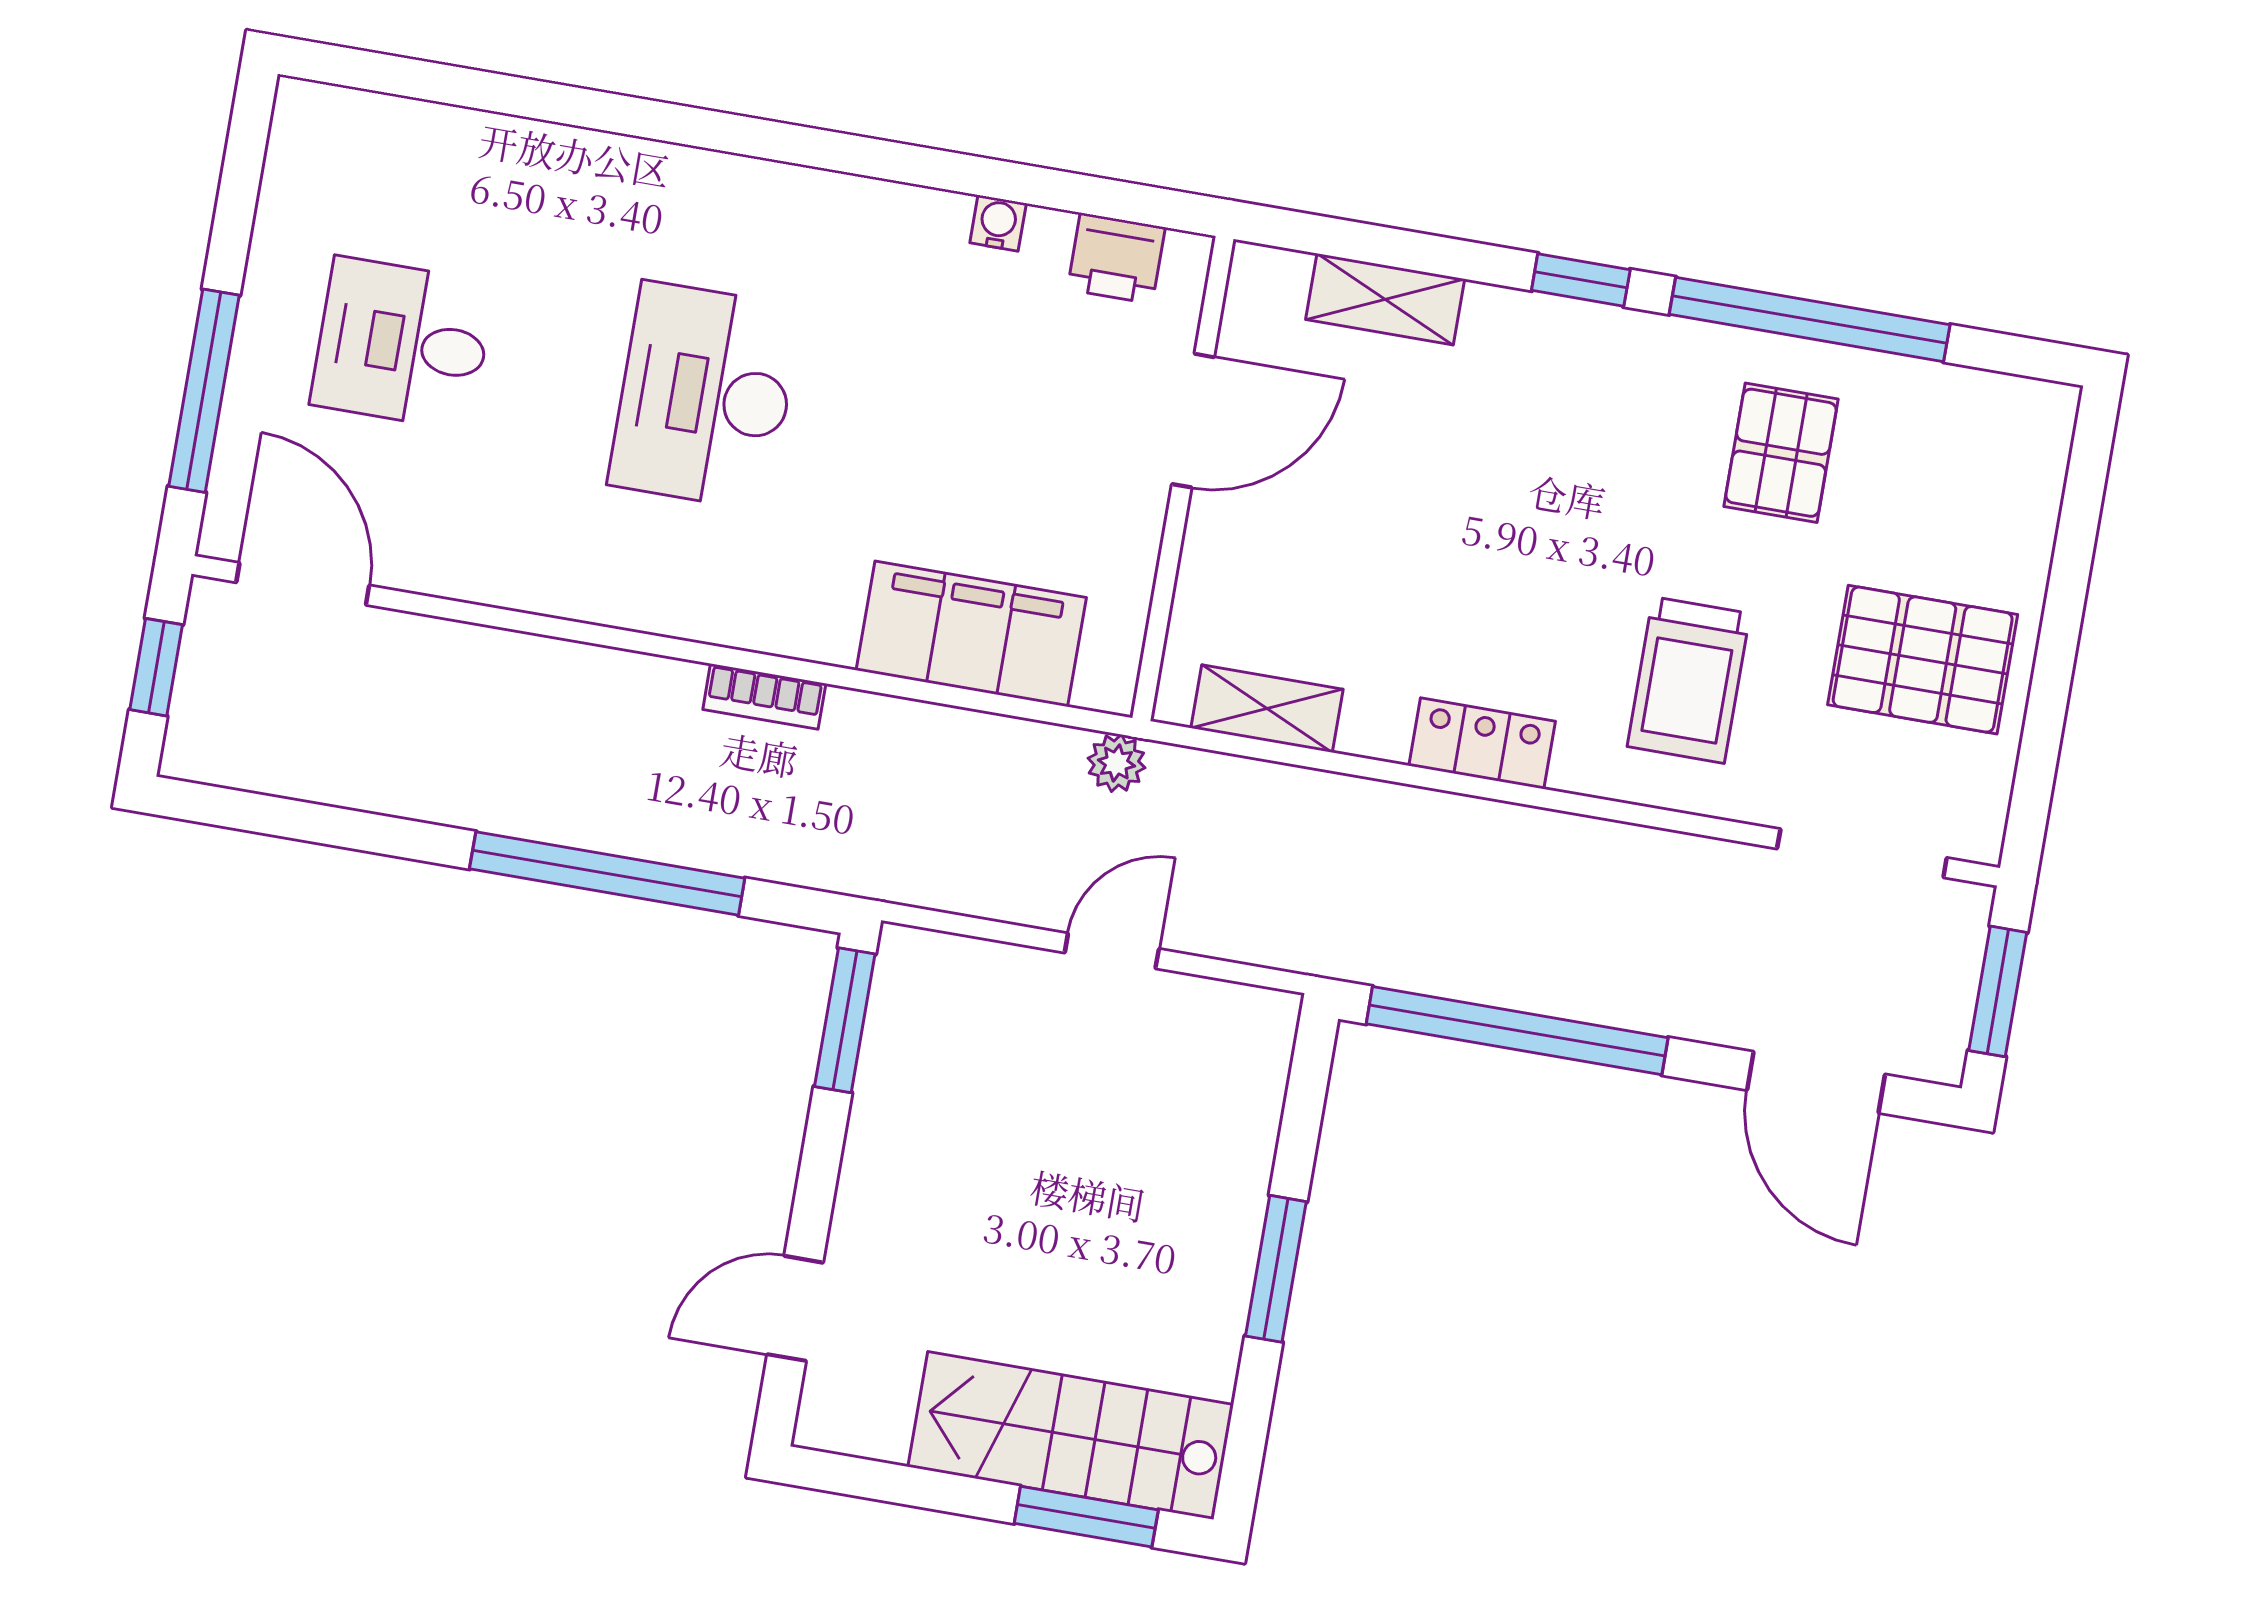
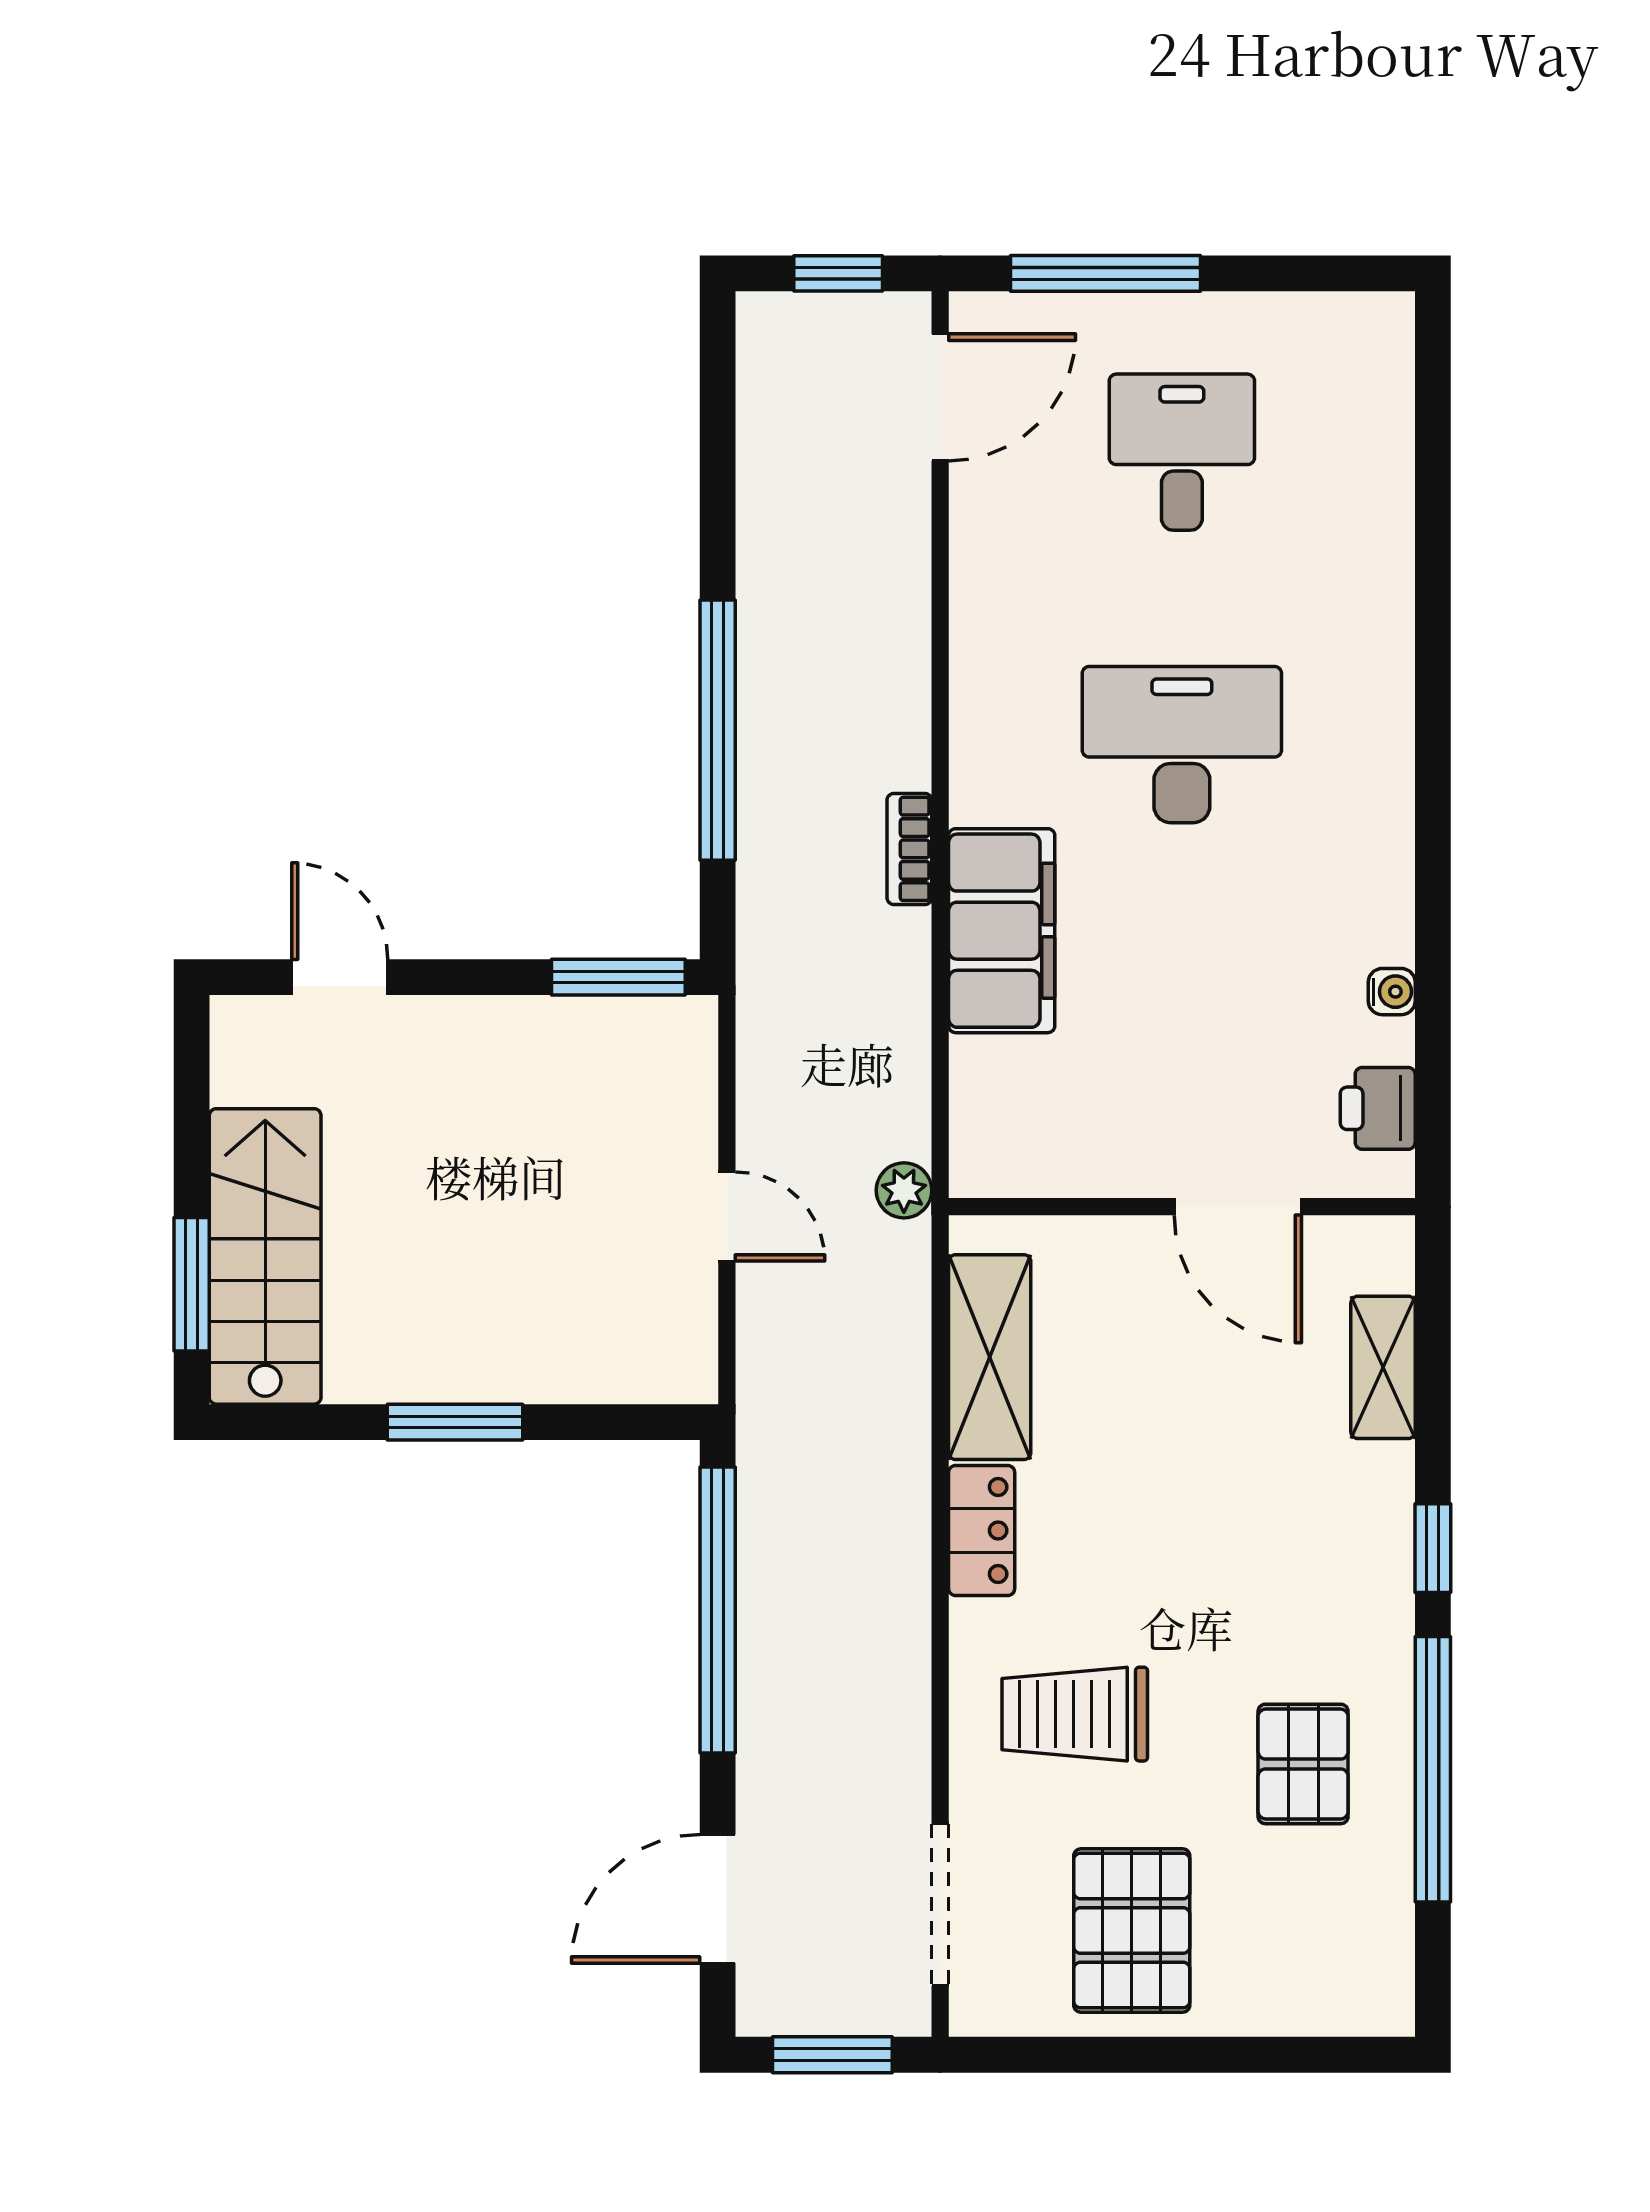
pallet: (1781, 453) -> (1303, 1764), turned 90
filing cabinet: (971, 634) -> (1002, 931), moved
shelving: (1267, 709) -> (990, 1357), width x1.50, depth x1.33

